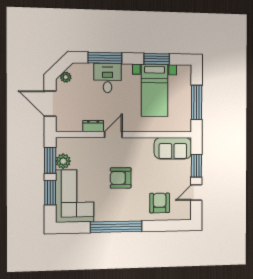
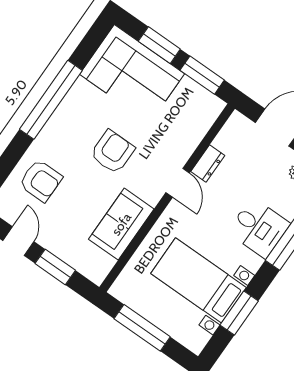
sofa: (173, 148) -> (121, 224), moved
plant: (63, 161) -> (189, 91), removed

